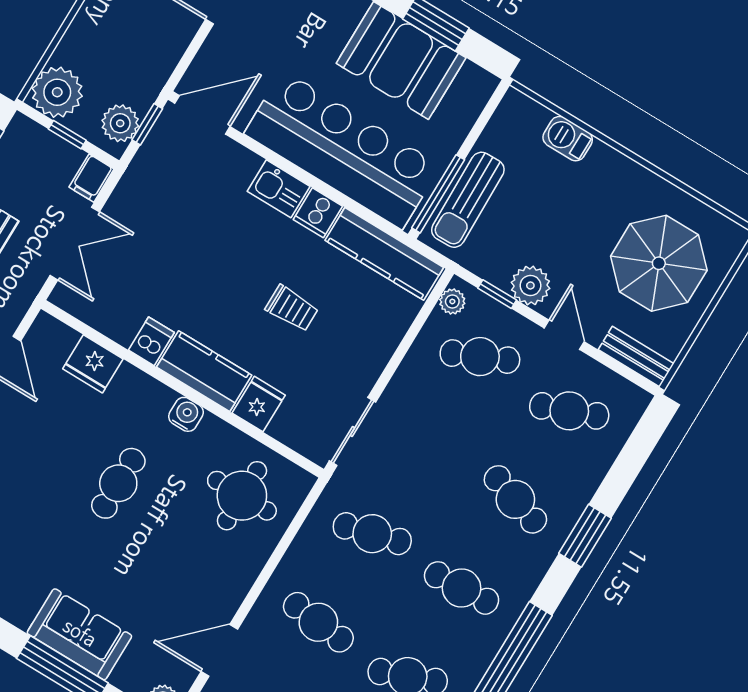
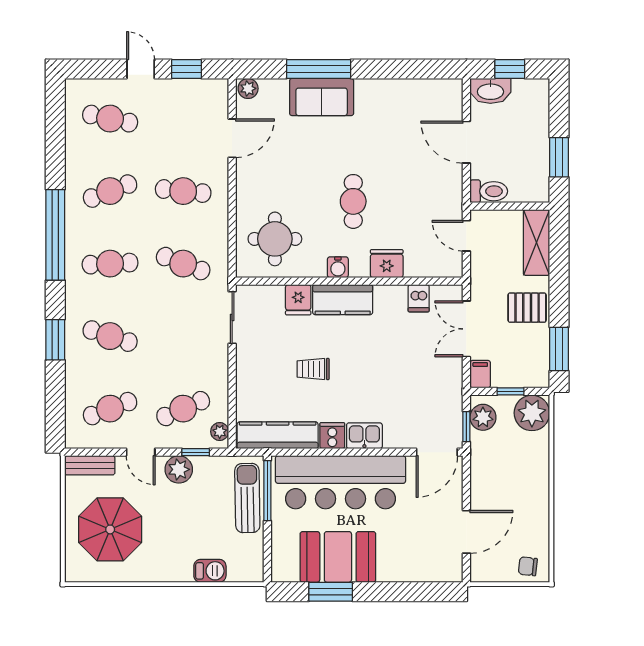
dishwasher: (151, 341) -> (419, 298), moved
fridge: (93, 364) -> (387, 264), moved
cafe table: (372, 534) -> (183, 264), turned 36

